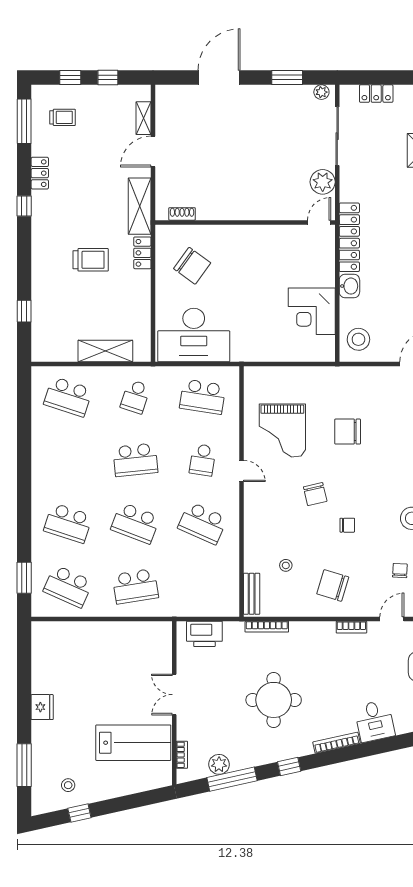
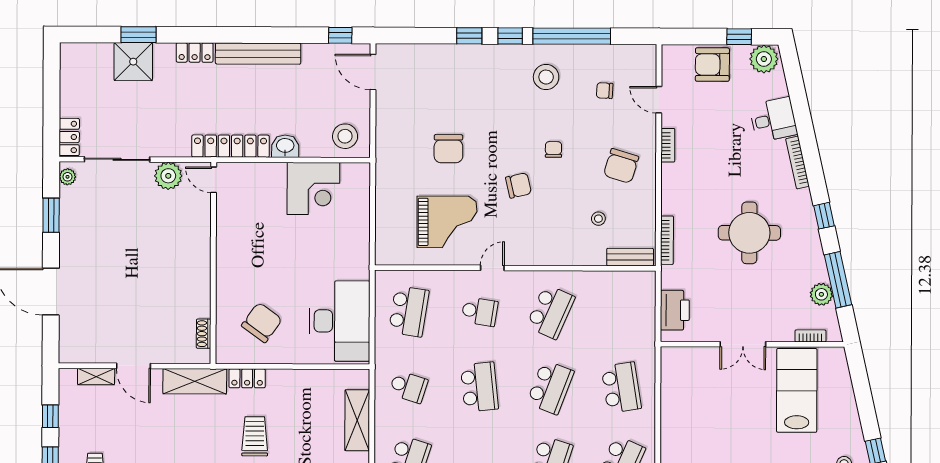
locker: (376, 94) -> (69, 137), moved

